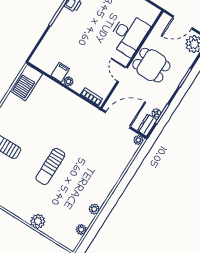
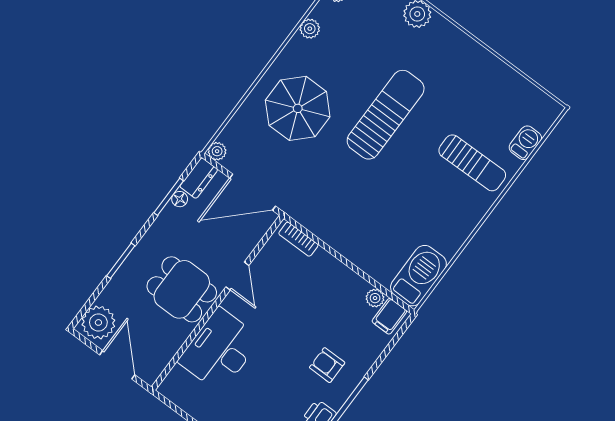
door: (182, 22) -> (117, 365), hinge flipped
armchair: (71, 31) -> (327, 365), added
filing cabinet: (60, 72) -> (389, 316), moved
plant: (68, 81) -> (375, 298), moved
sun lounger: (50, 166) -> (386, 115), width x1.36, depth x1.34
parasol: (97, 166) -> (298, 108), added

